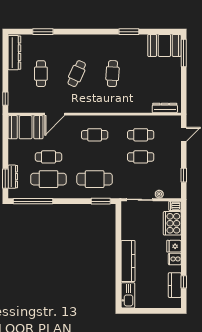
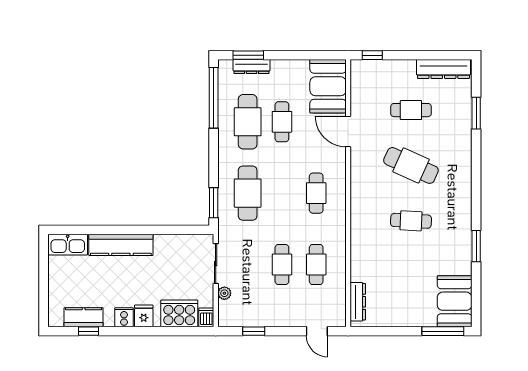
cafe table: (77, 74) -> (411, 165), width x1.37, depth x1.35

